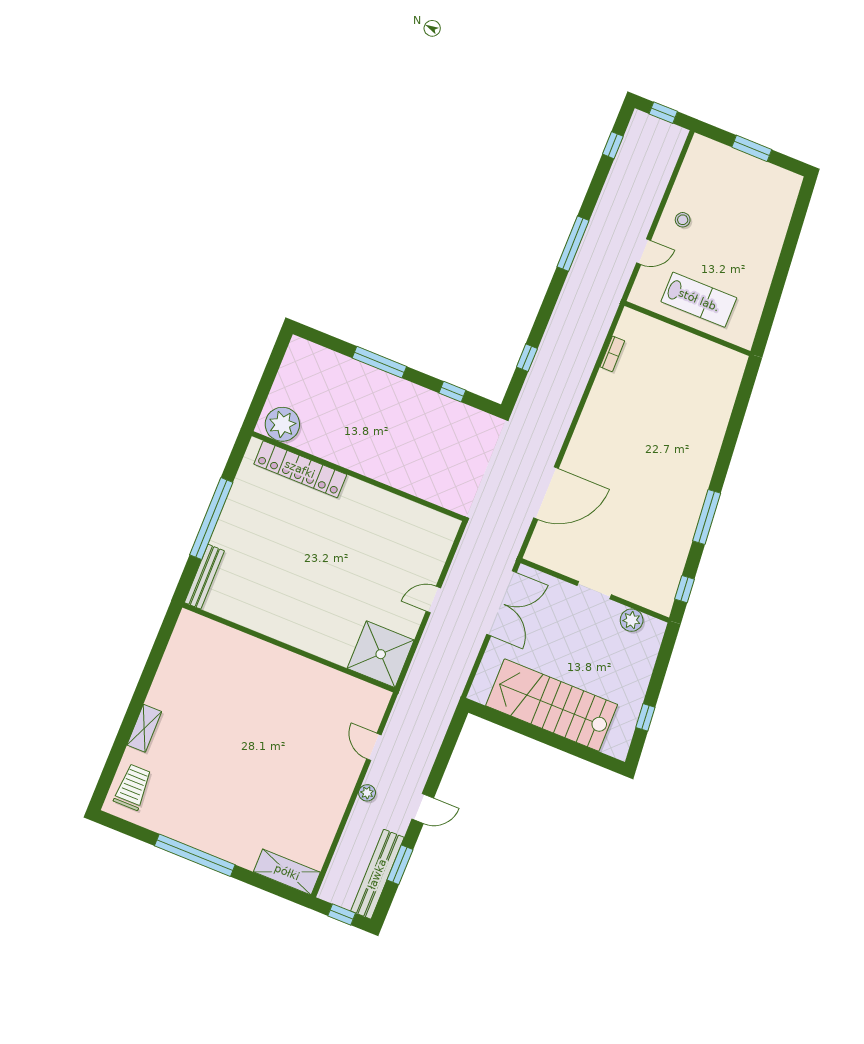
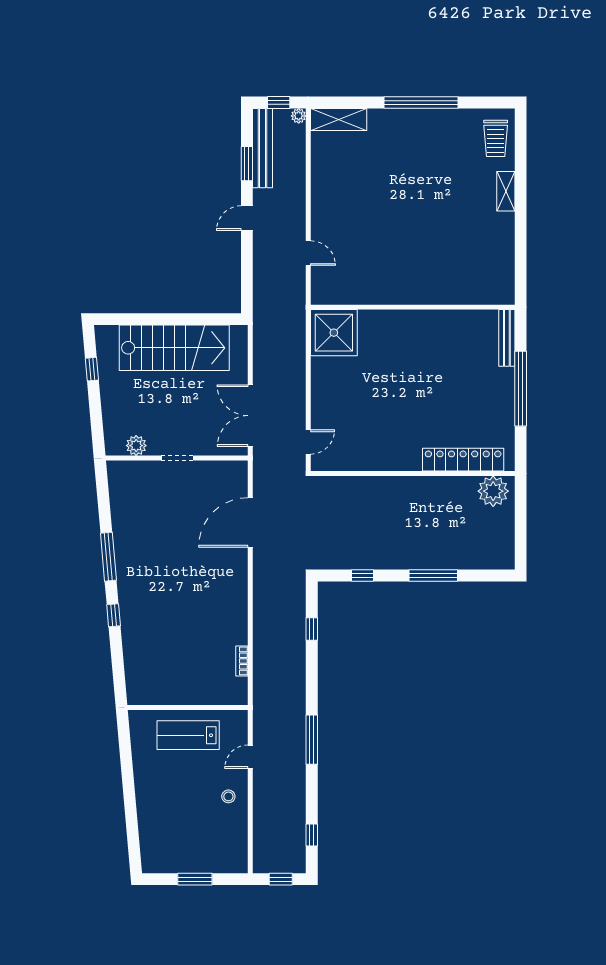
window: (685, 589) -> (114, 615), moved
door: (433, 600) -> (308, 442), moved
plant: (367, 793) -> (299, 116), moved

